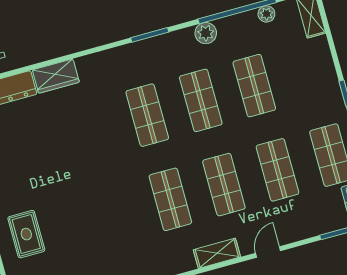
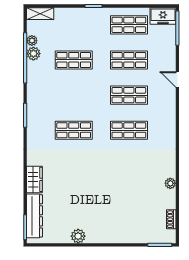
plant: (206, 33) -> (33, 54), moved
shop shelf: (201, 100) -> (74, 95), removed
rug: (26, 234) -> (126, 224), removed
shelving: (217, 253) -> (170, 111), removed

